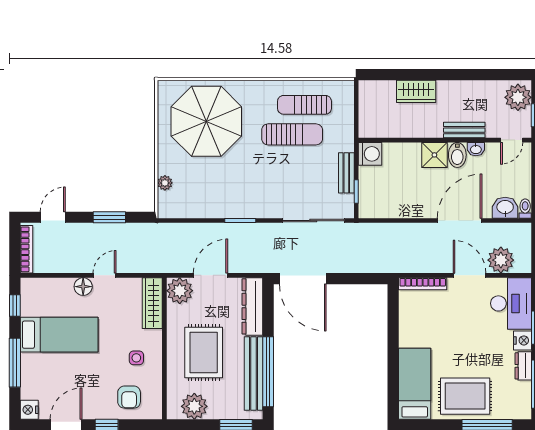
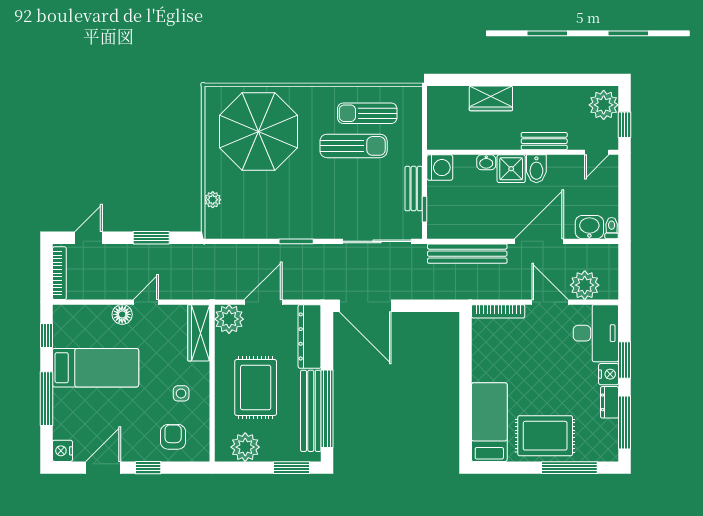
washbasin: (476, 149) -> (486, 162), moved
bench: (395, 232) -> (467, 254), added
armchair: (129, 397) -> (173, 437), turned 180

